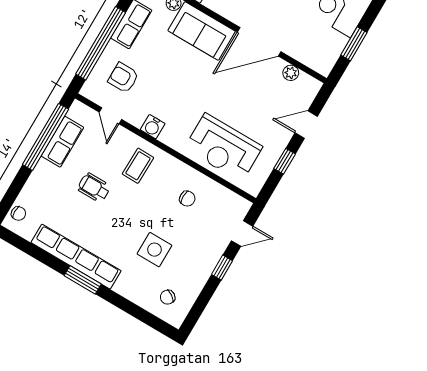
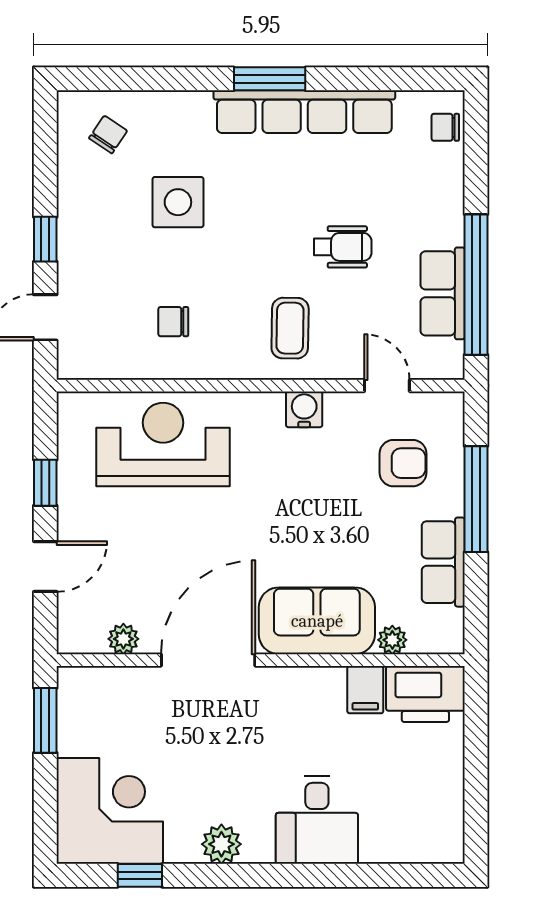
window: (101, 43) -> (476, 499), width x0.68
window: (354, 44) -> (45, 720), moved

